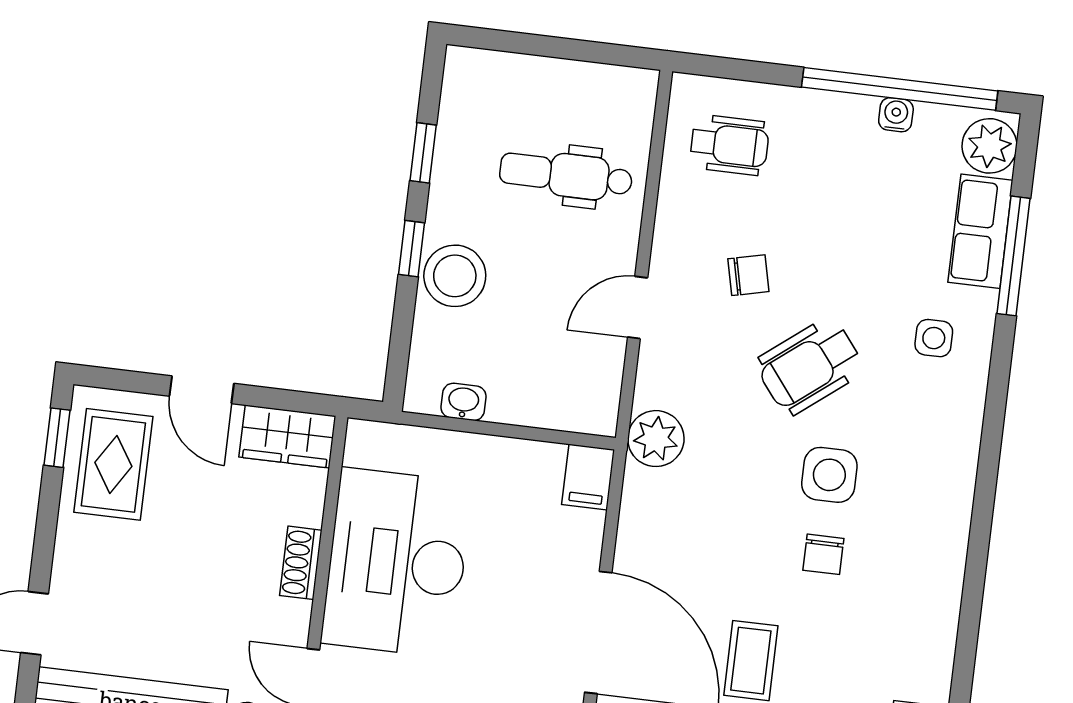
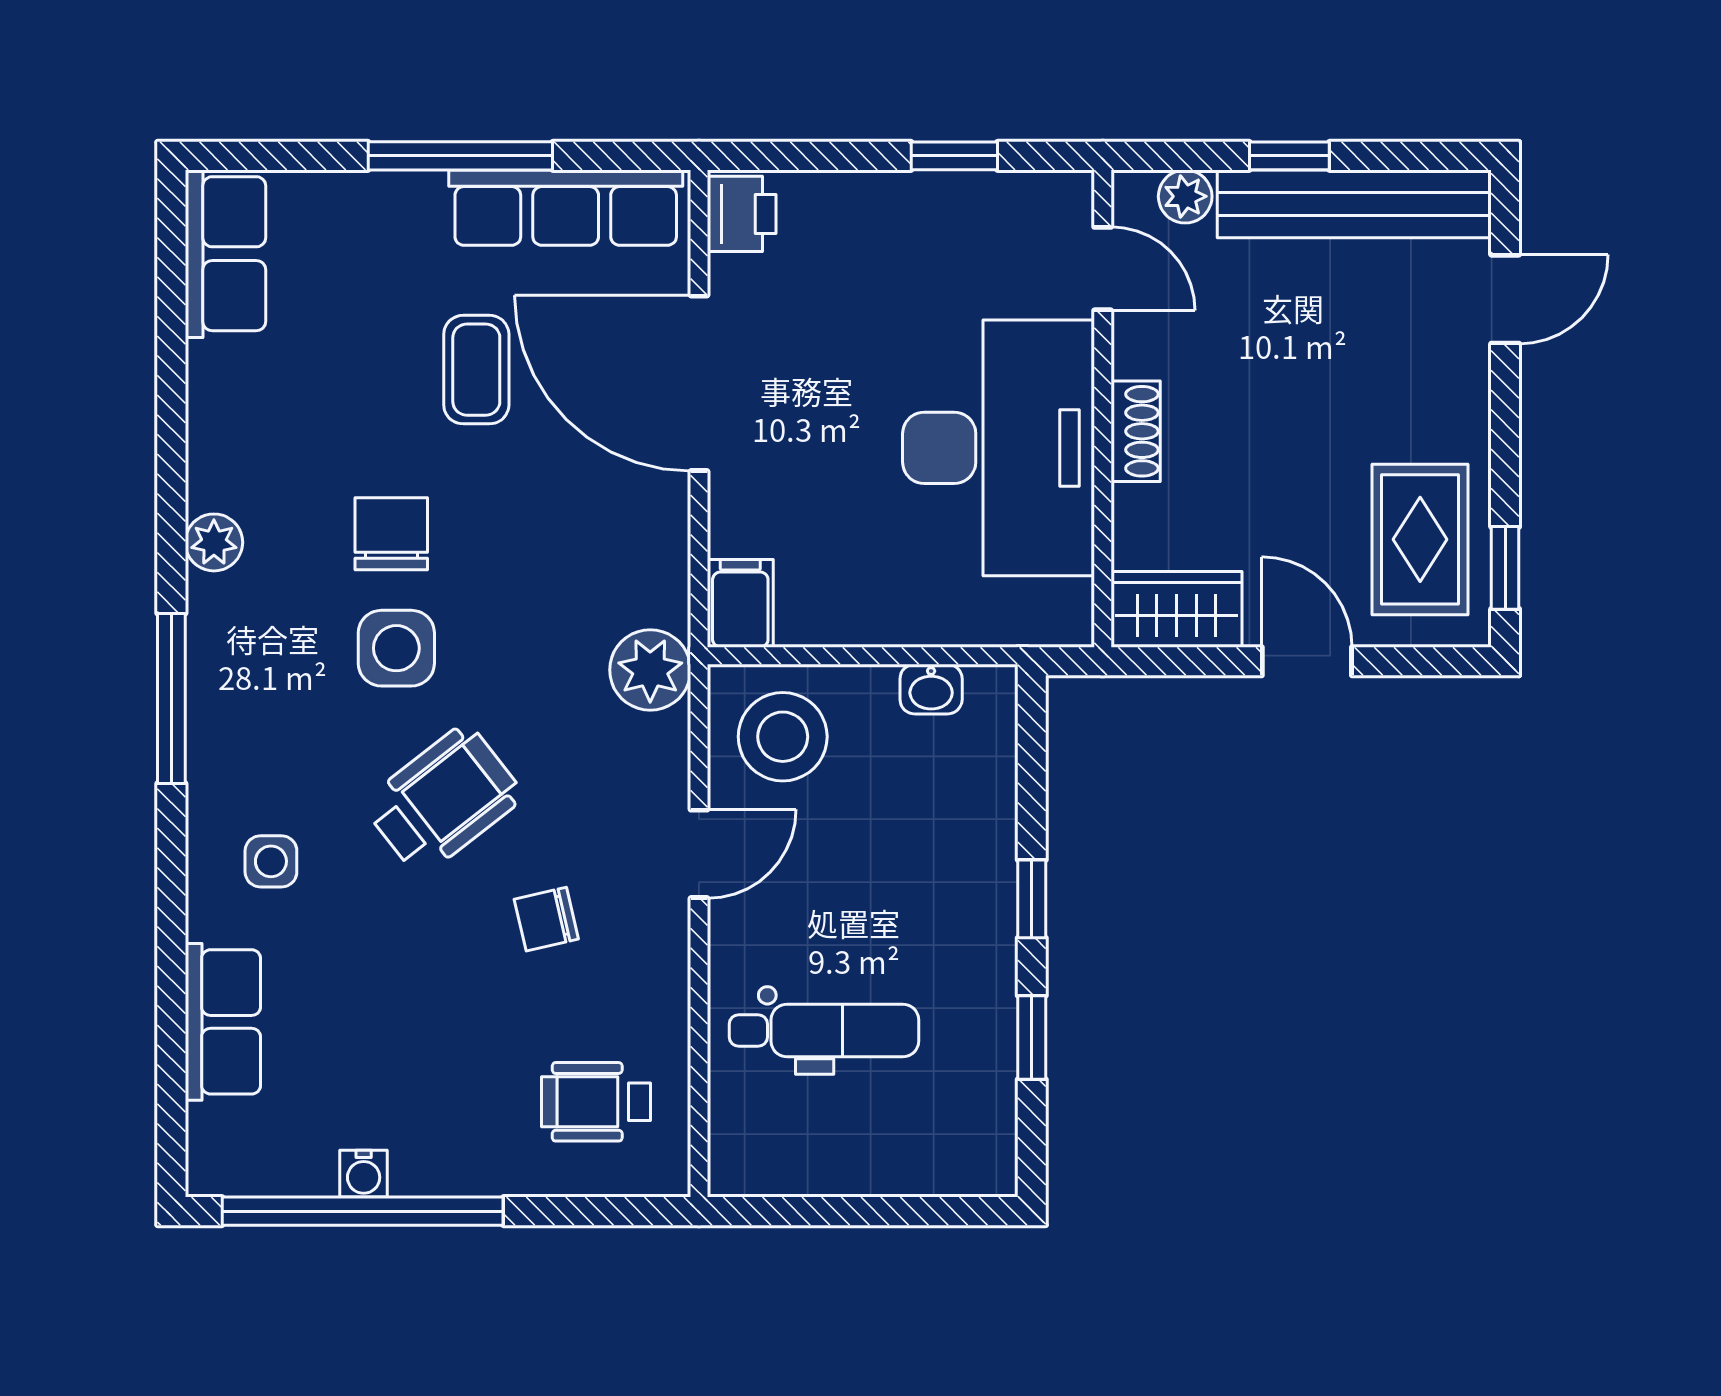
plant: (989, 146) -> (214, 542), moved, width x0.73, depth x0.73
window: (1013, 256) -> (171, 698), moved
stool: (455, 276) -> (783, 737), moved
chair: (823, 554) -> (391, 534), width x1.37, depth x1.37

